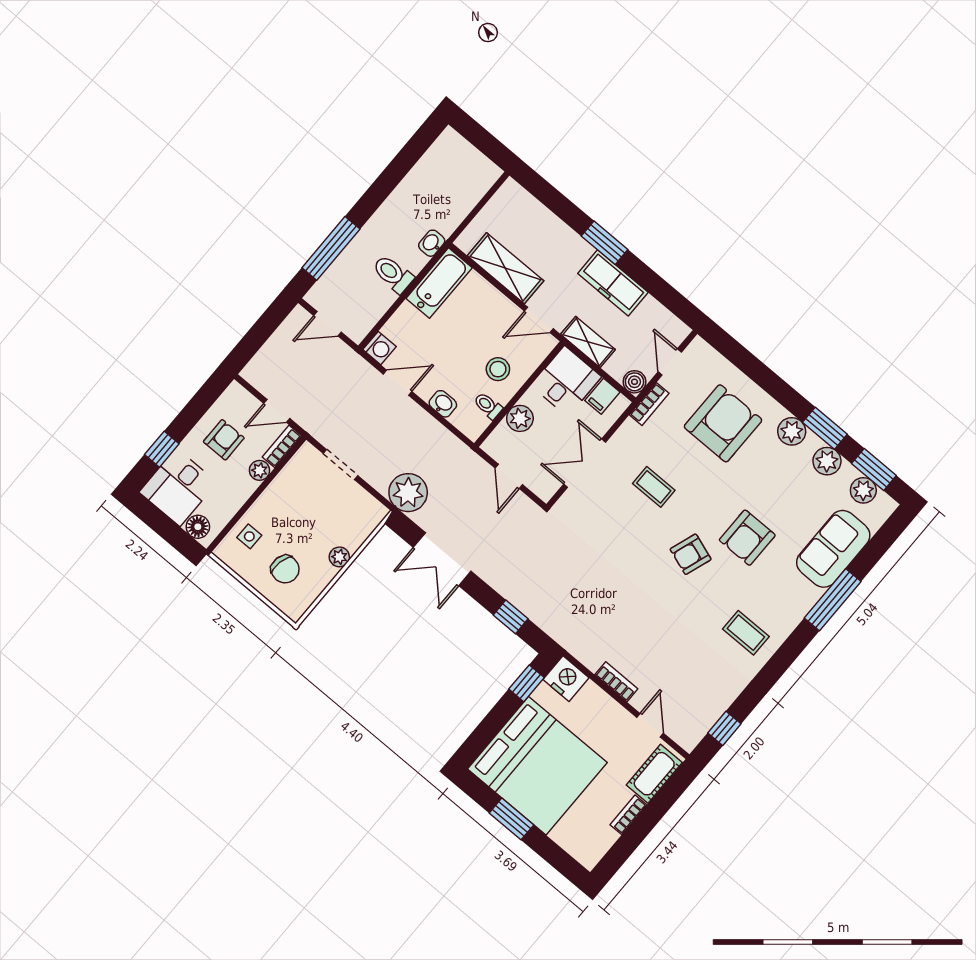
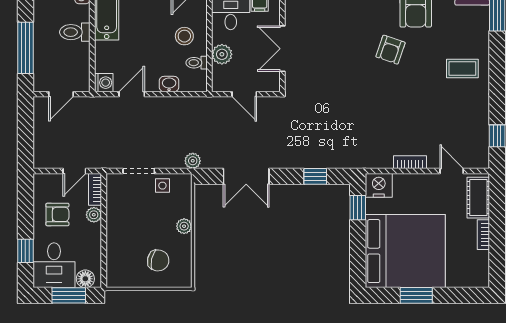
armchair: (224, 440) -> (57, 214), turned 90
coffee table: (654, 487) -> (335, 28), removed
plant: (408, 493) -> (193, 161), width x0.53, depth x0.53
window: (168, 529) -> (69, 295), added
side table: (249, 536) -> (162, 186), moved

